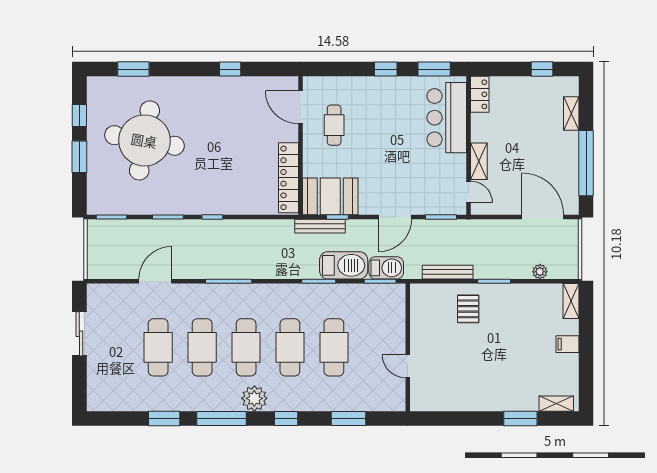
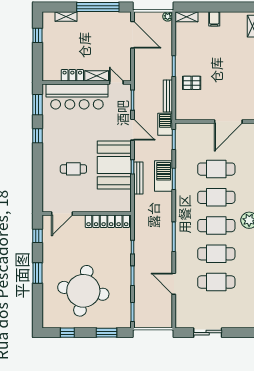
window: (133, 69) -> (37, 273), moved
locker: (480, 94) -> (72, 75), moved
door: (301, 107) -> (62, 213), moved
bar counter: (447, 118) -> (77, 97), width x1.36
wall: (301, 145) -> (87, 213), moved
window: (79, 157) -> (106, 333), moved
locker: (288, 178) -> (107, 221), moved
door: (468, 192) -> (116, 83), hinge flipped
booth: (330, 196) -> (114, 165), width x1.36, depth x1.42
door: (543, 217) -> (132, 35), swing flipped
barbecue: (344, 265) -> (164, 176), moved
barbecue: (386, 268) -> (165, 124), moved
plant: (540, 272) -> (168, 16), moved
door: (408, 366) -> (228, 122), width x1.87

